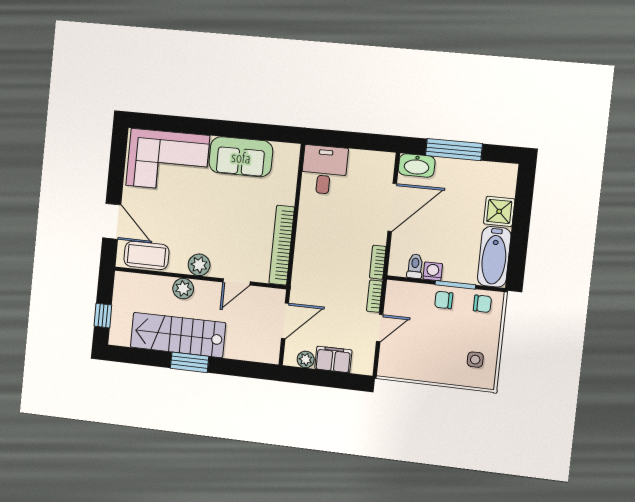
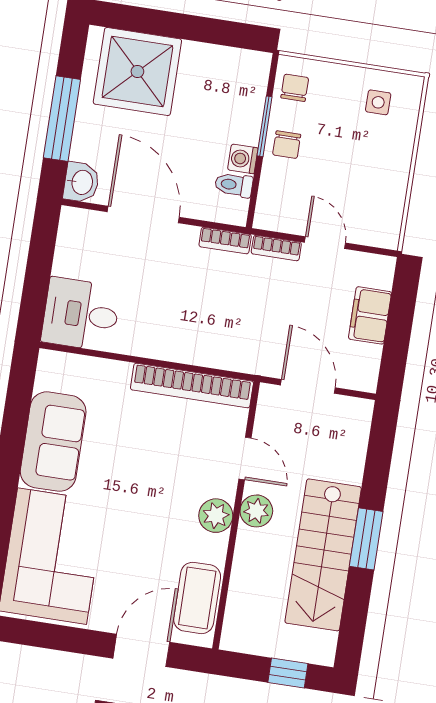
washbasin: (417, 165) -> (81, 182), width x0.72
shower: (499, 211) -> (137, 72), width x1.86, depth x1.86
bathtub: (494, 257) -> (225, 67), removed
plant: (183, 289) -> (256, 511), moved
plant: (306, 359) -> (368, 358), removed

